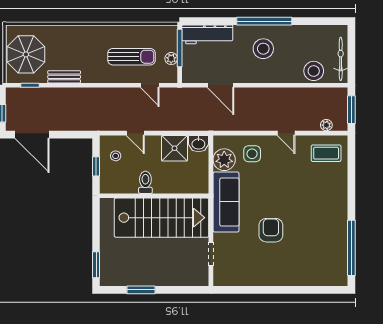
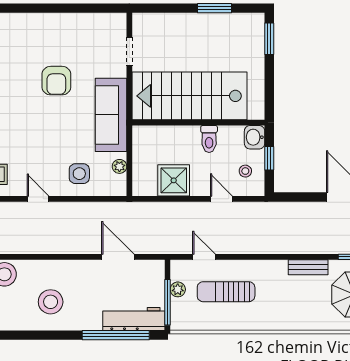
window: (264, 21) -> (116, 335), moved
stool: (263, 49) -> (51, 302), moved
washbasin: (198, 144) -> (255, 137), moved, turned -90
plant: (224, 160) -> (119, 166), width x0.53, depth x0.53

